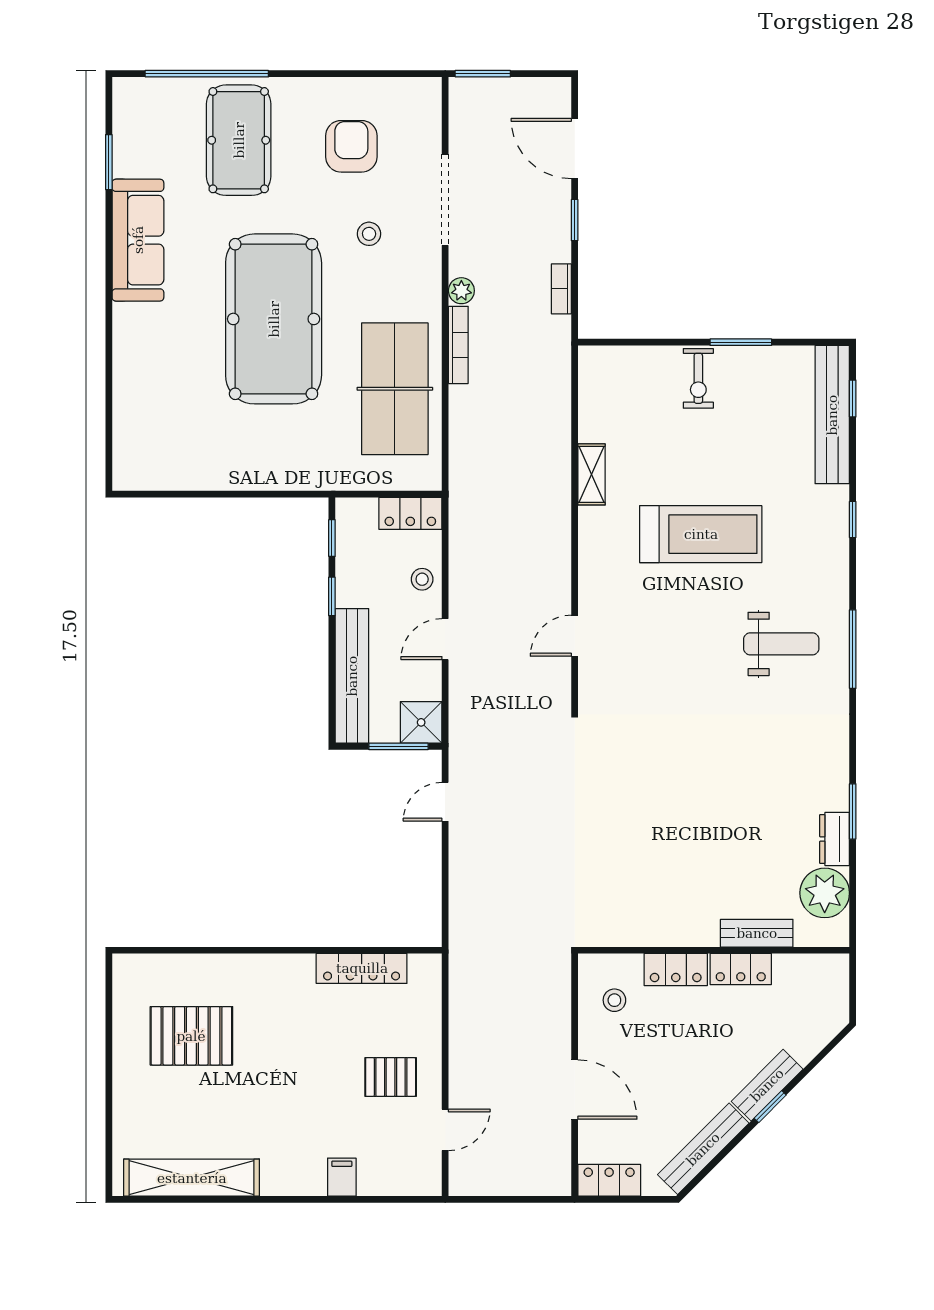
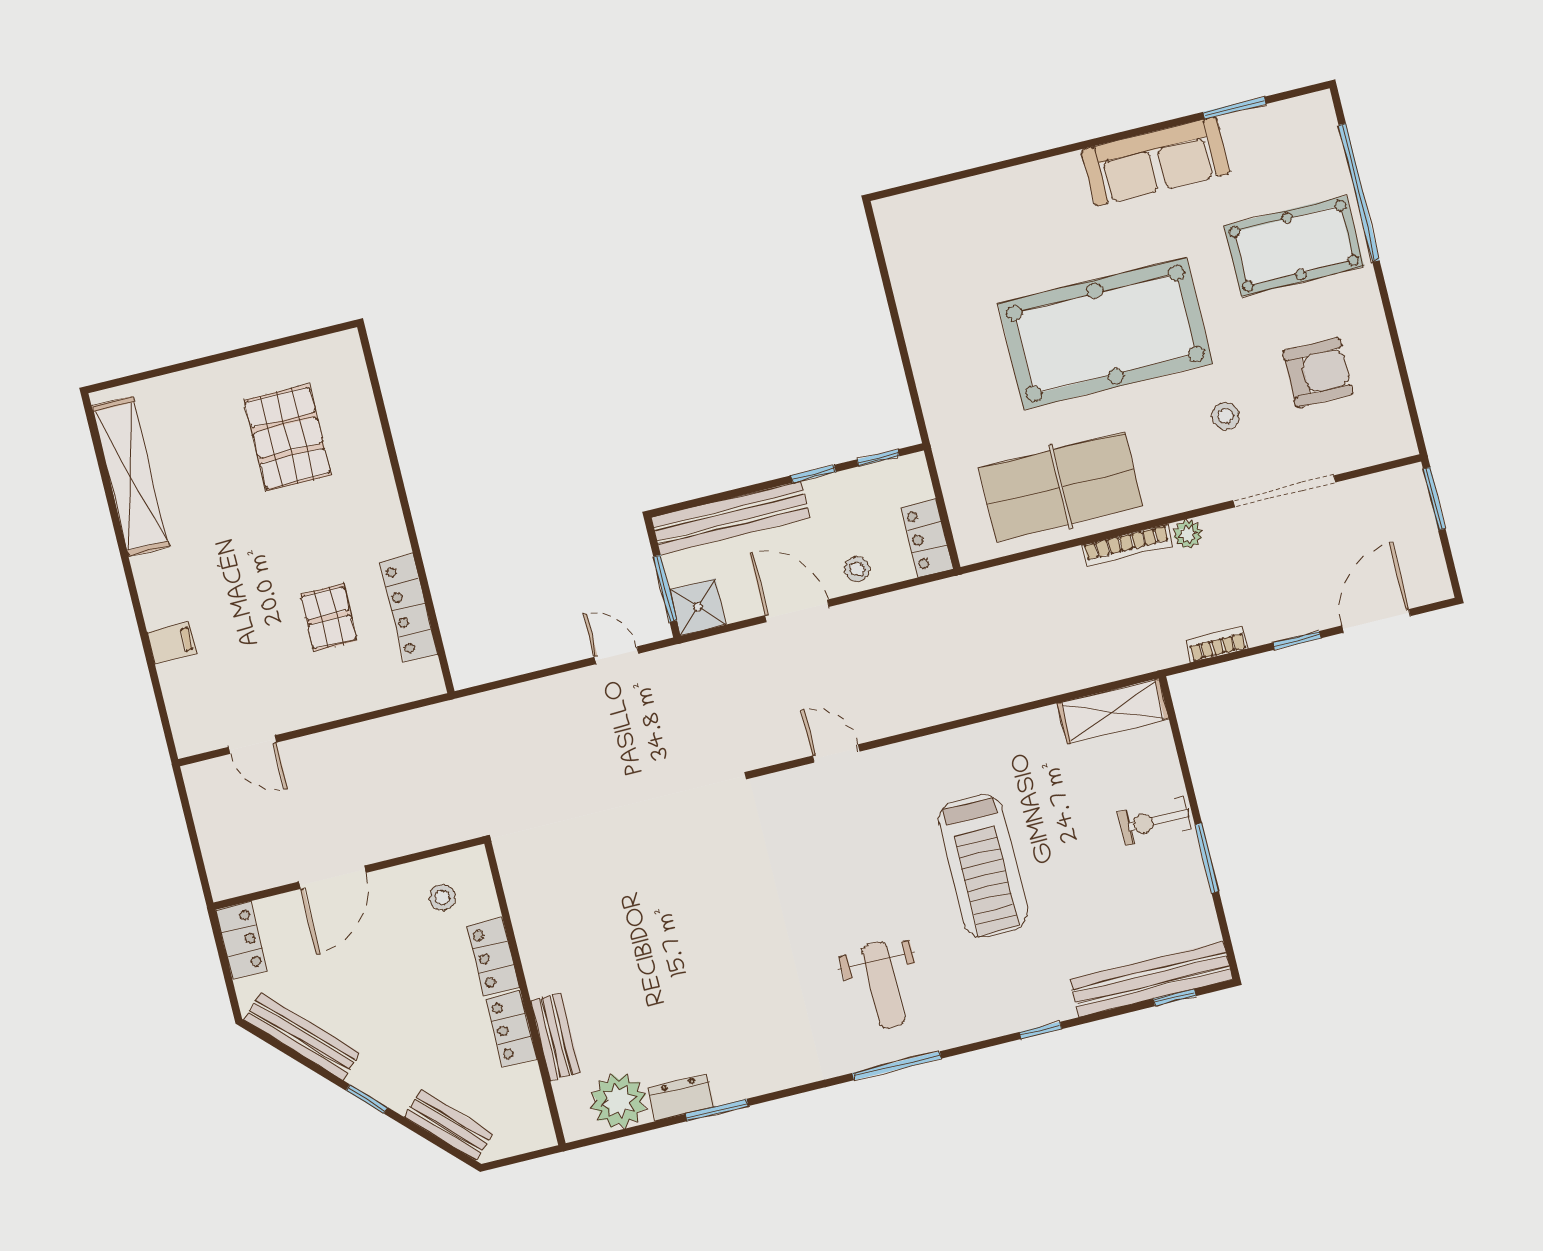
shelving: (592, 474) -> (1113, 711), moved, width x1.50, depth x1.33
door: (445, 639) -> (797, 611), width x1.38
pallet: (391, 1077) -> (329, 617), moved
bench: (767, 1085) -> (449, 1125), moved

